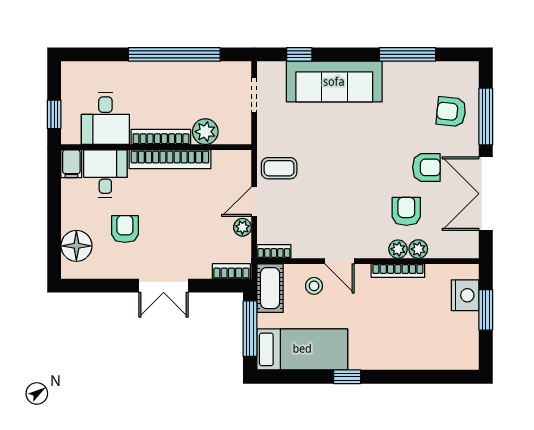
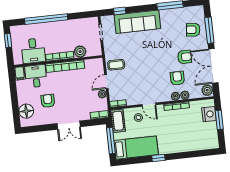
window: (174, 54) -> (46, 19), moved
window: (54, 114) -> (8, 40), moved
plant: (467, 244) -> (207, 90), added

